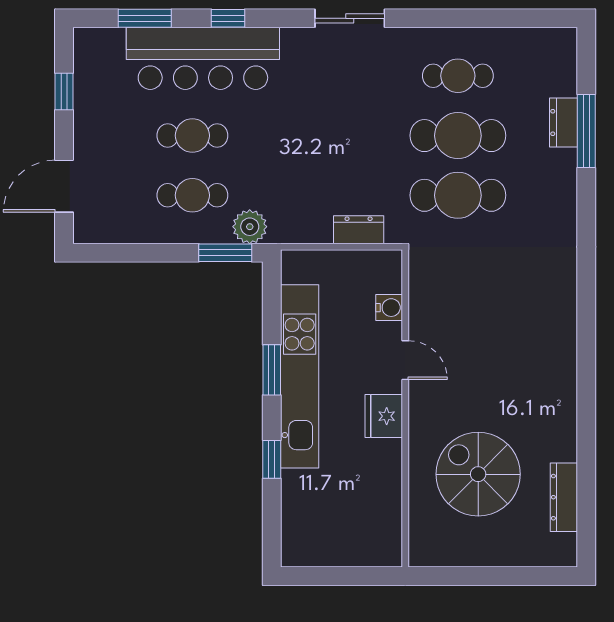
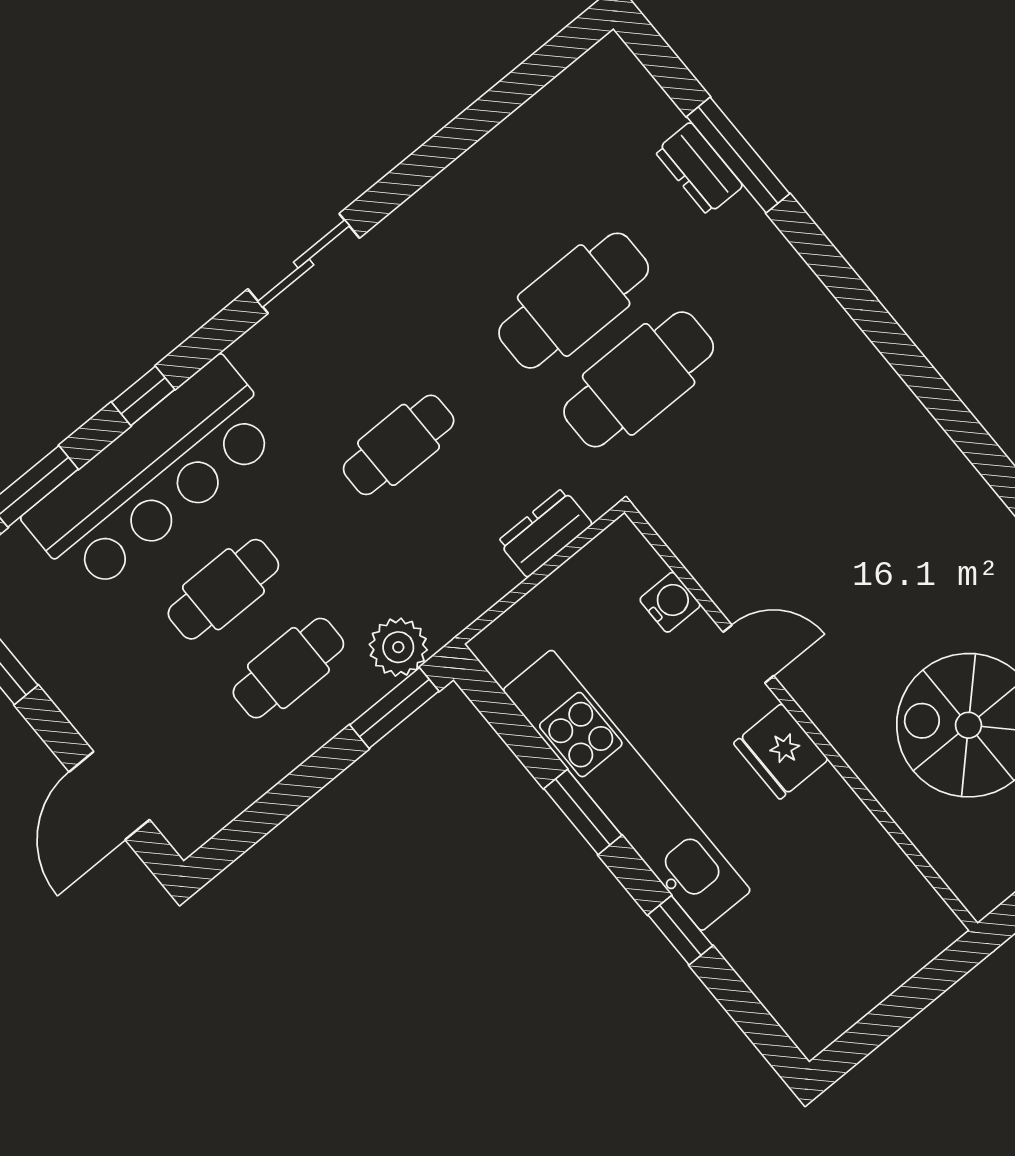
cafe table: (458, 76) -> (399, 445), moved

